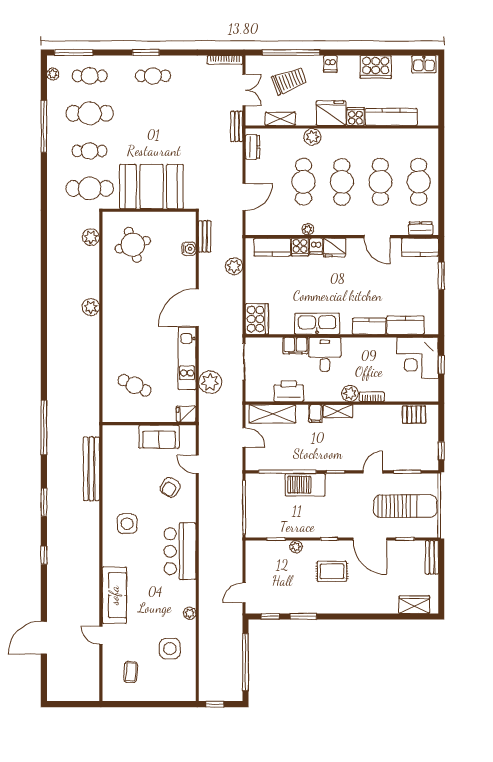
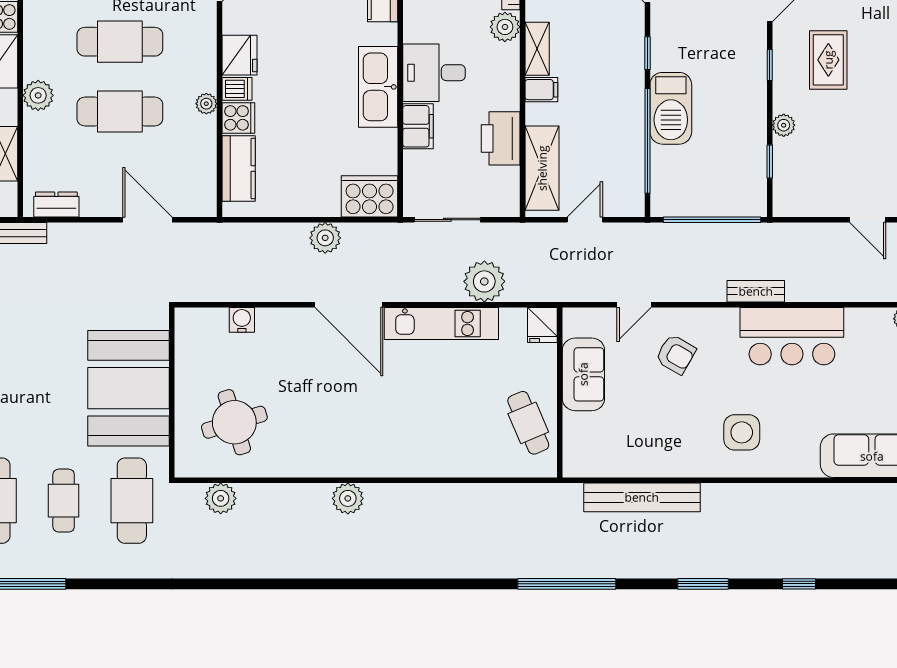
bench: (205, 236) -> (756, 291), moved
plant: (234, 266) -> (325, 238), moved
cafe table: (135, 385) -> (528, 423), moved, turned -48

